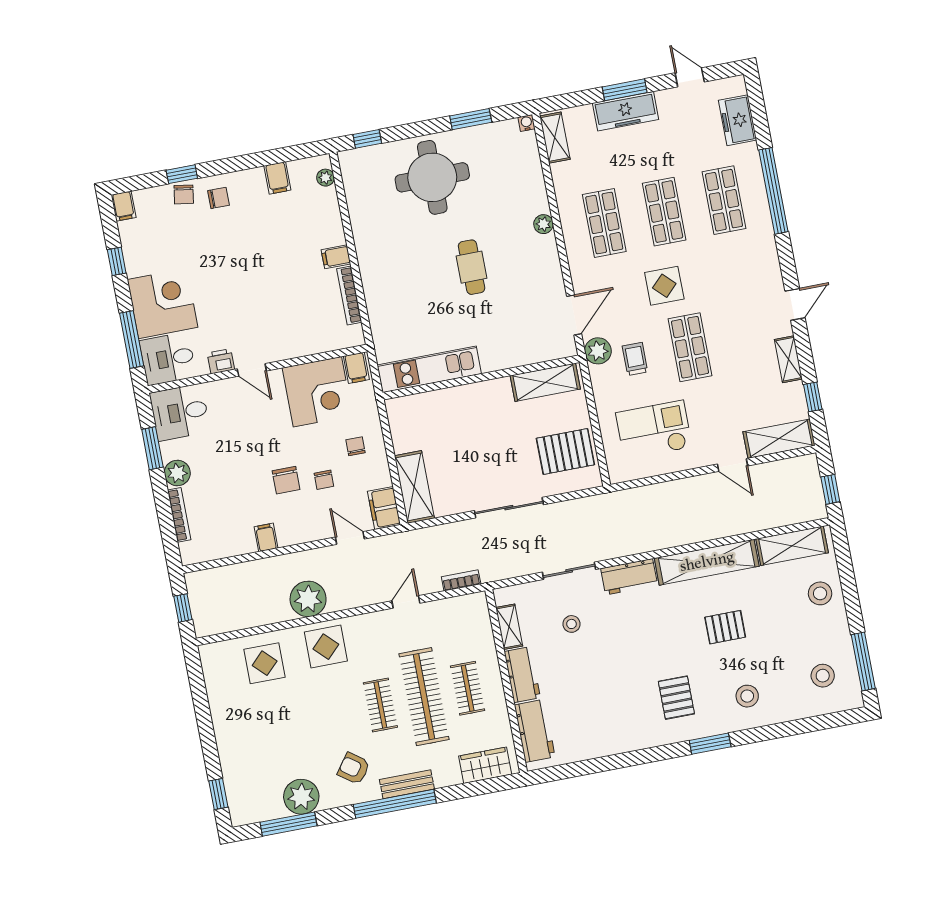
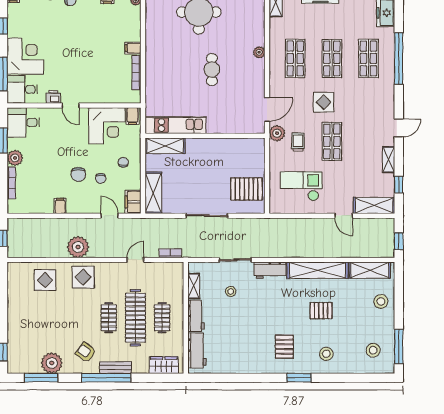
shelving: (545, 382) -> (165, 146), moved

